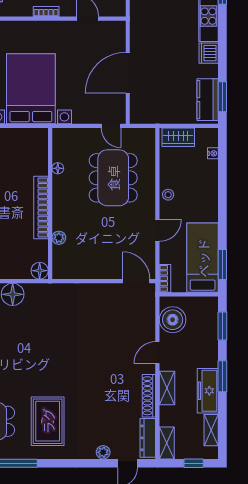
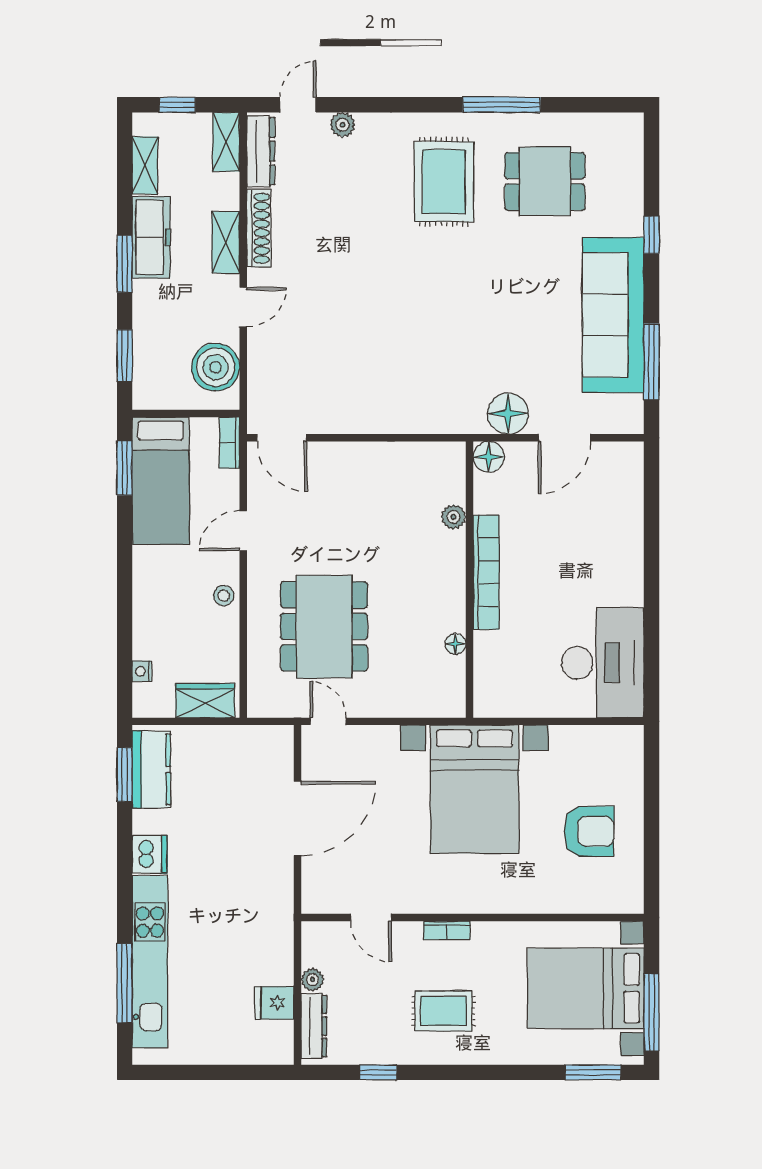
floor lamp: (58, 168) -> (456, 644), moved
wall: (50, 204) -> (470, 580), moved
bookcase: (41, 207) -> (486, 572), moved
plant: (59, 238) -> (454, 517), moved
floor lamp: (40, 271) -> (489, 457), moved

